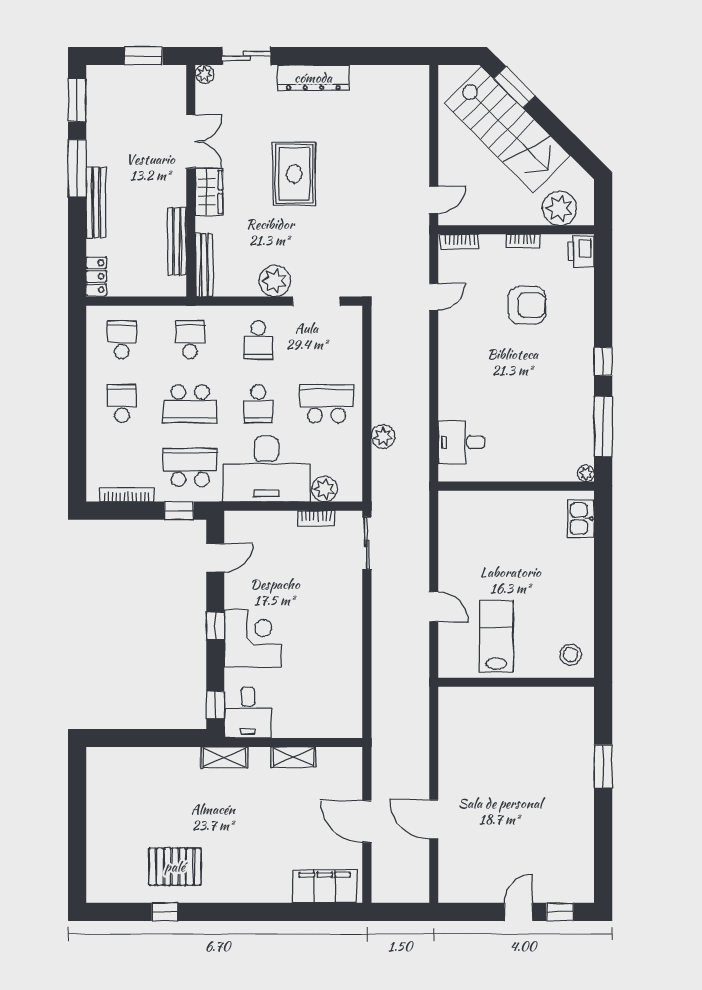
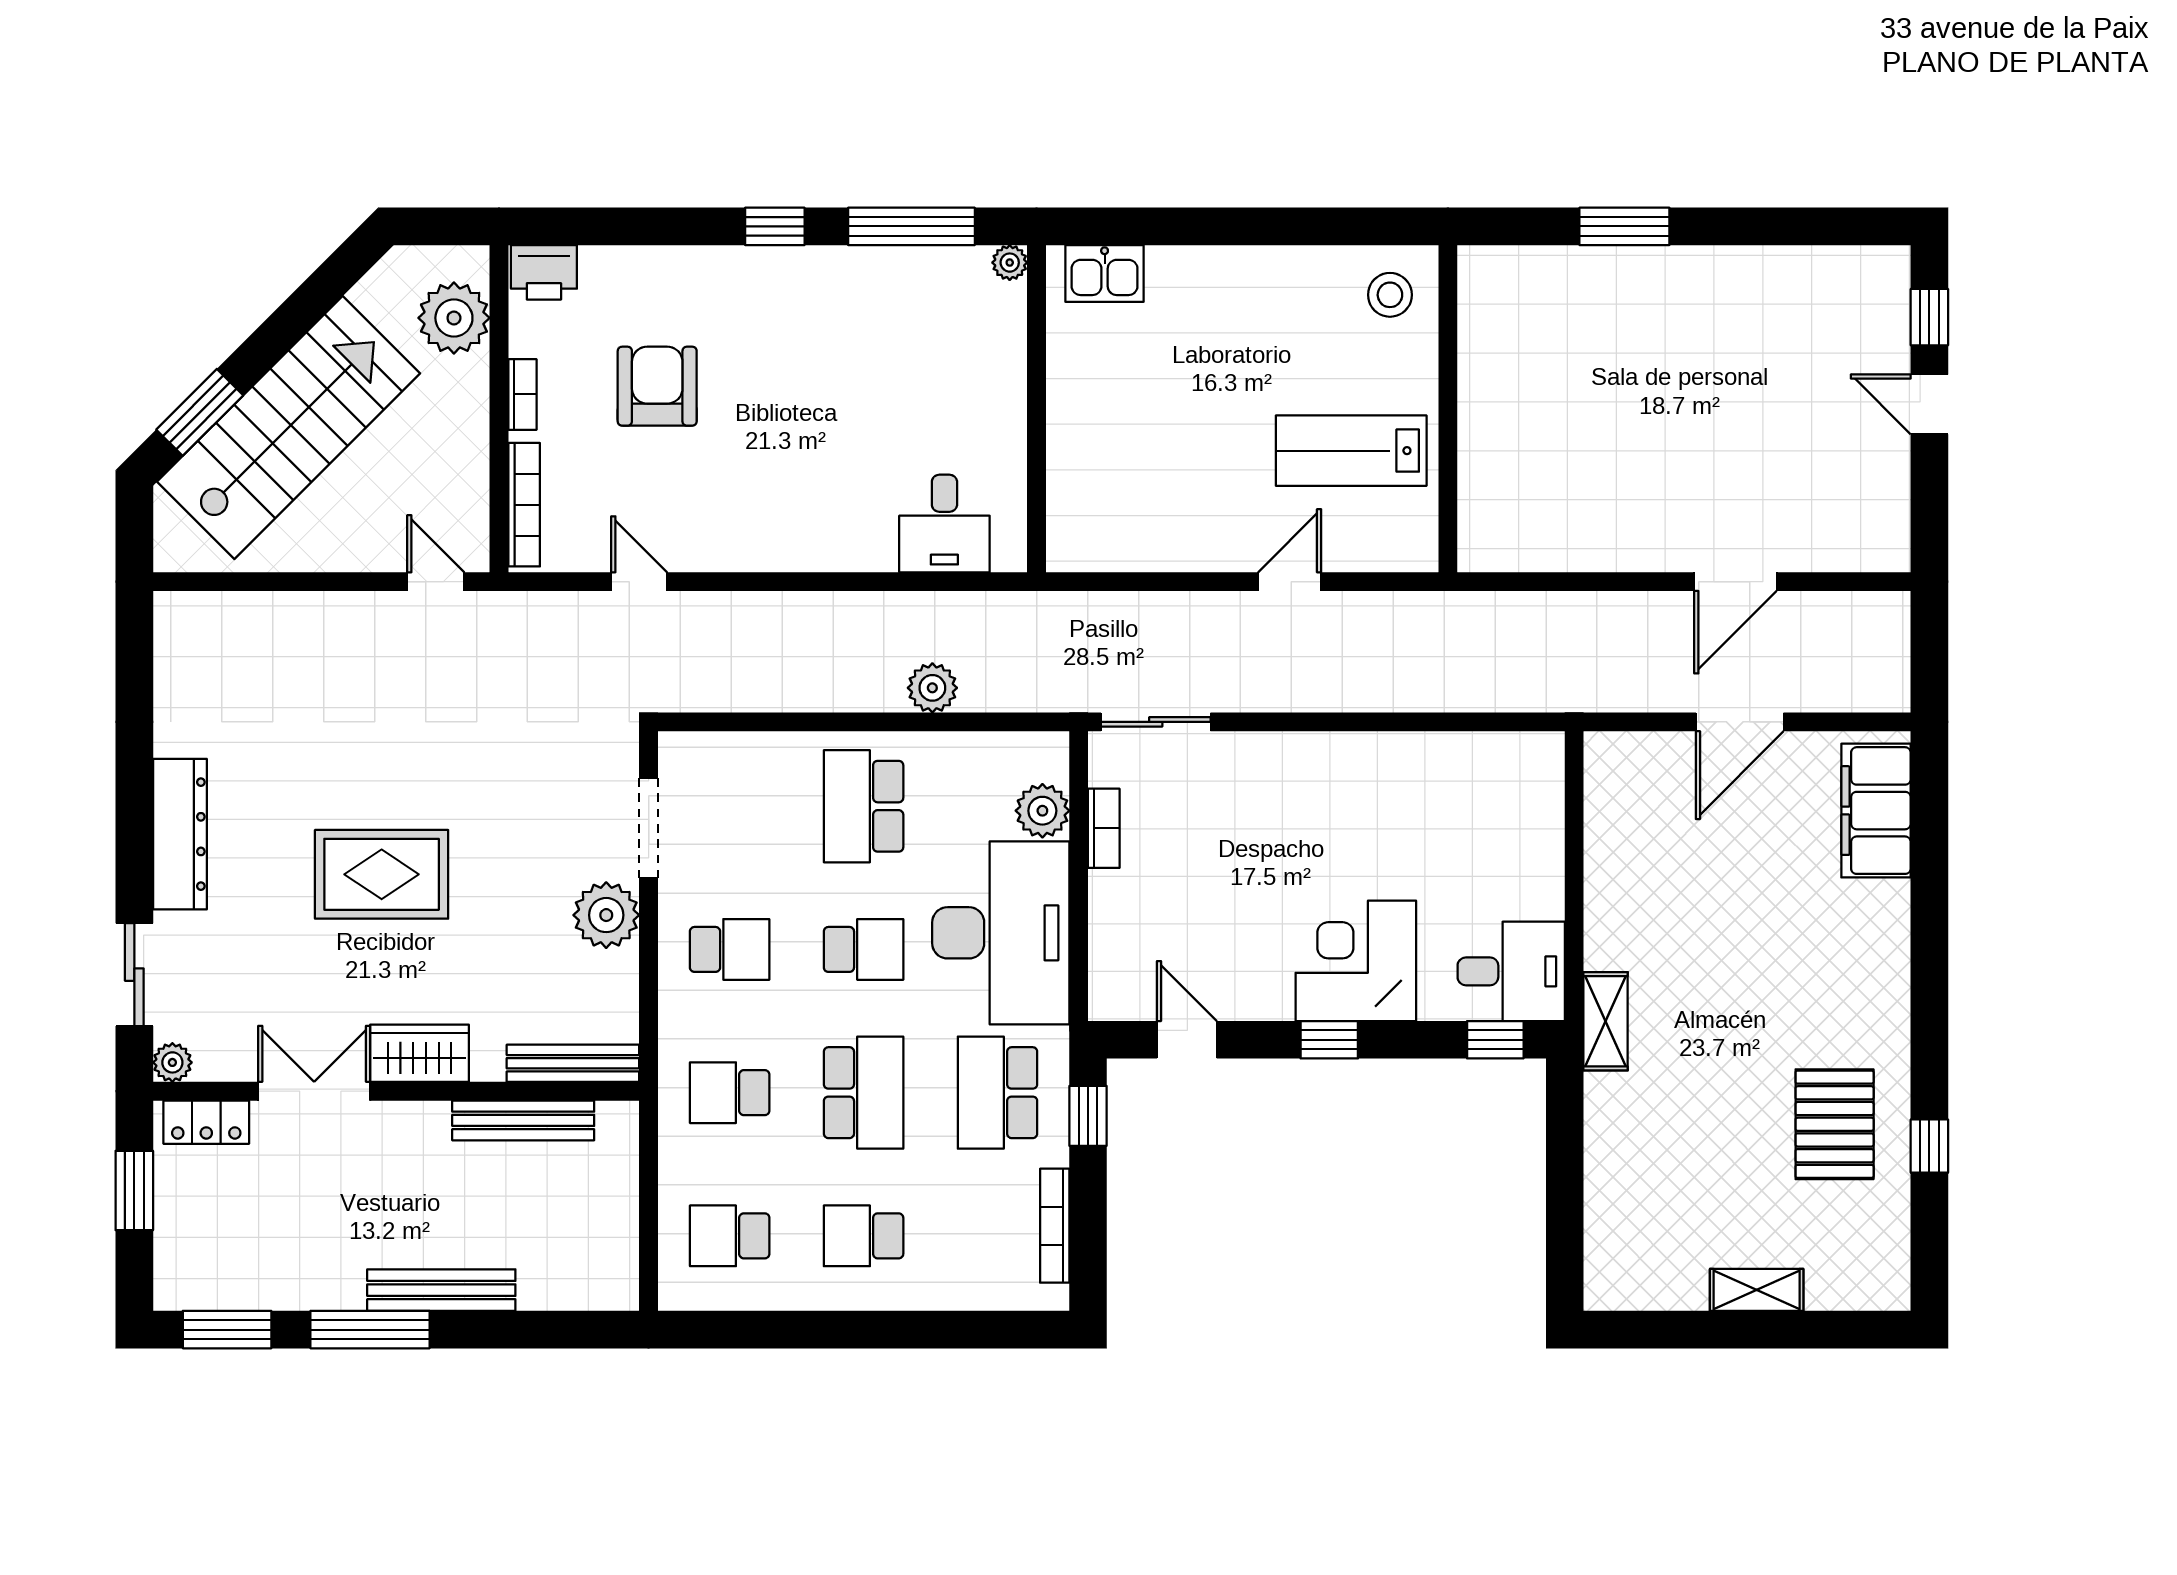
bookcase: (460, 242) -> (524, 505), width x1.56
locker: (96, 276) -> (206, 1122), moved, turned 180
shelving: (293, 757) -> (1757, 1290), moved, turned 90

